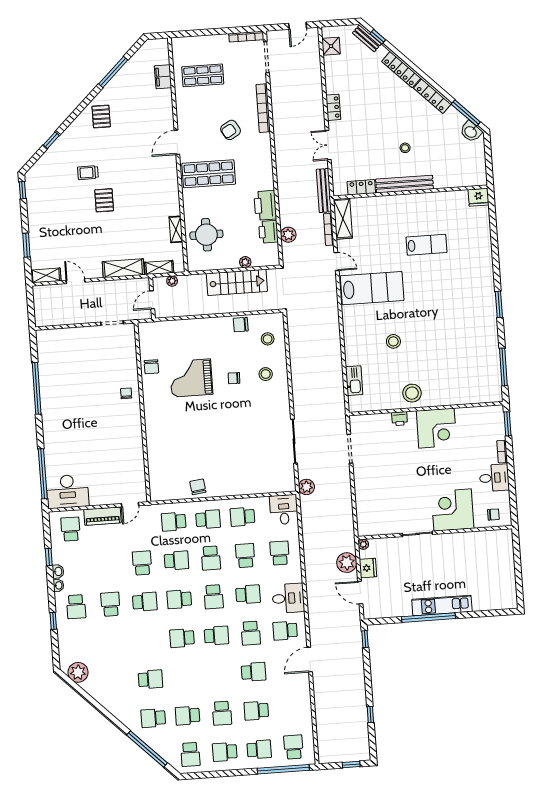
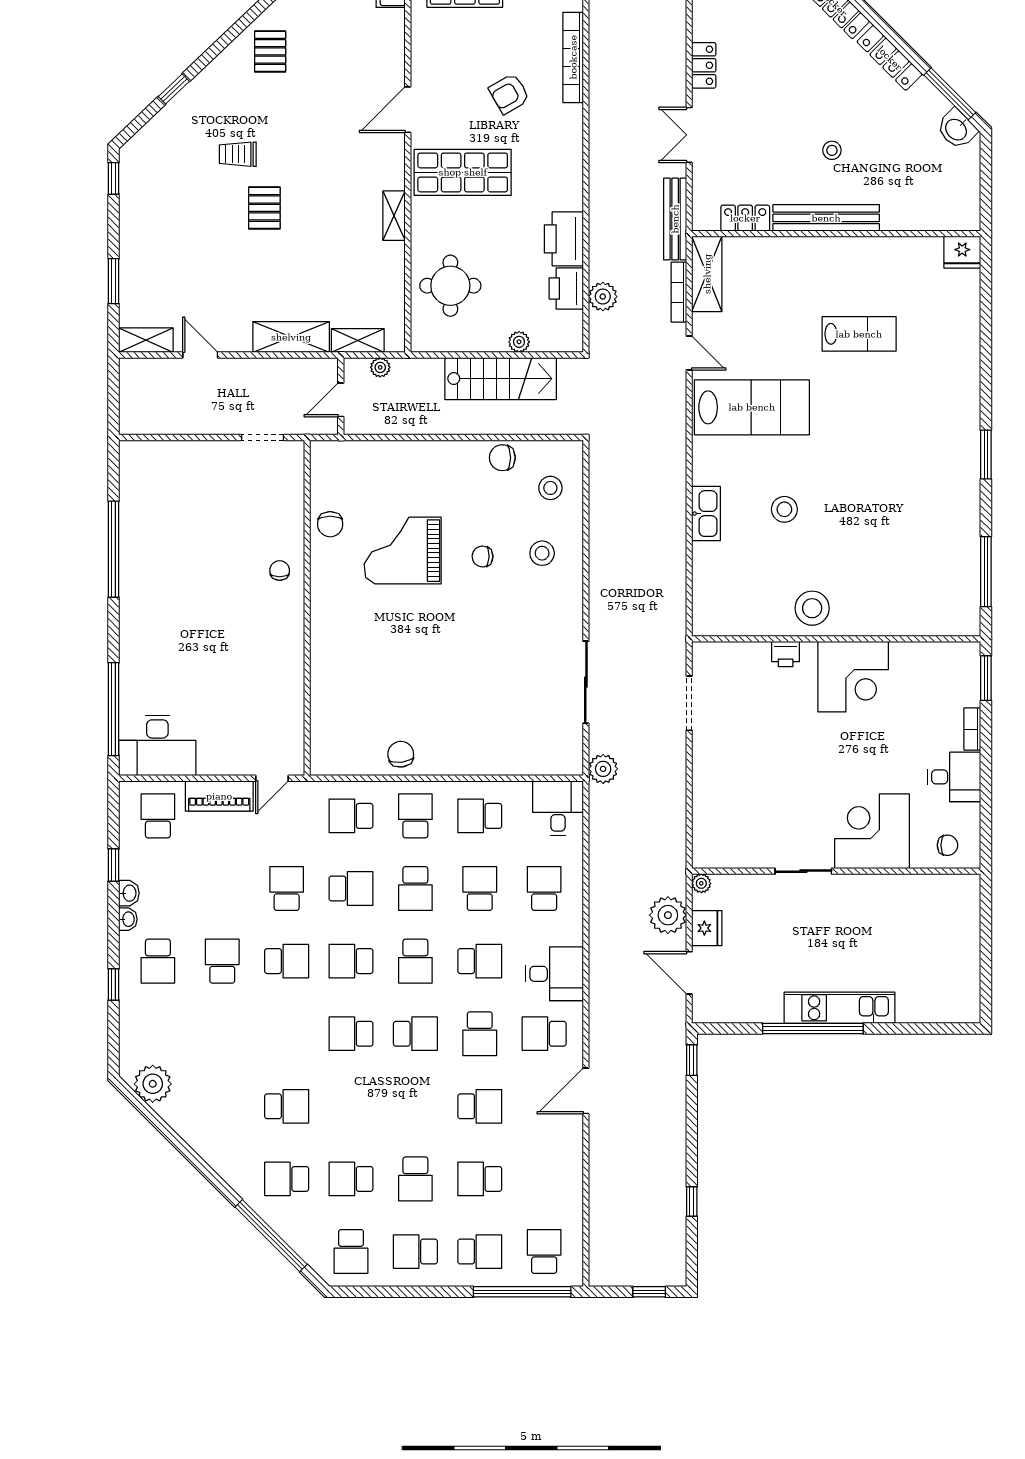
shelving: (176, 229) -> (394, 216), moved
kitchen sink: (354, 381) -> (706, 514), moved
school desk: (208, 519) -> (415, 816), turned -90

